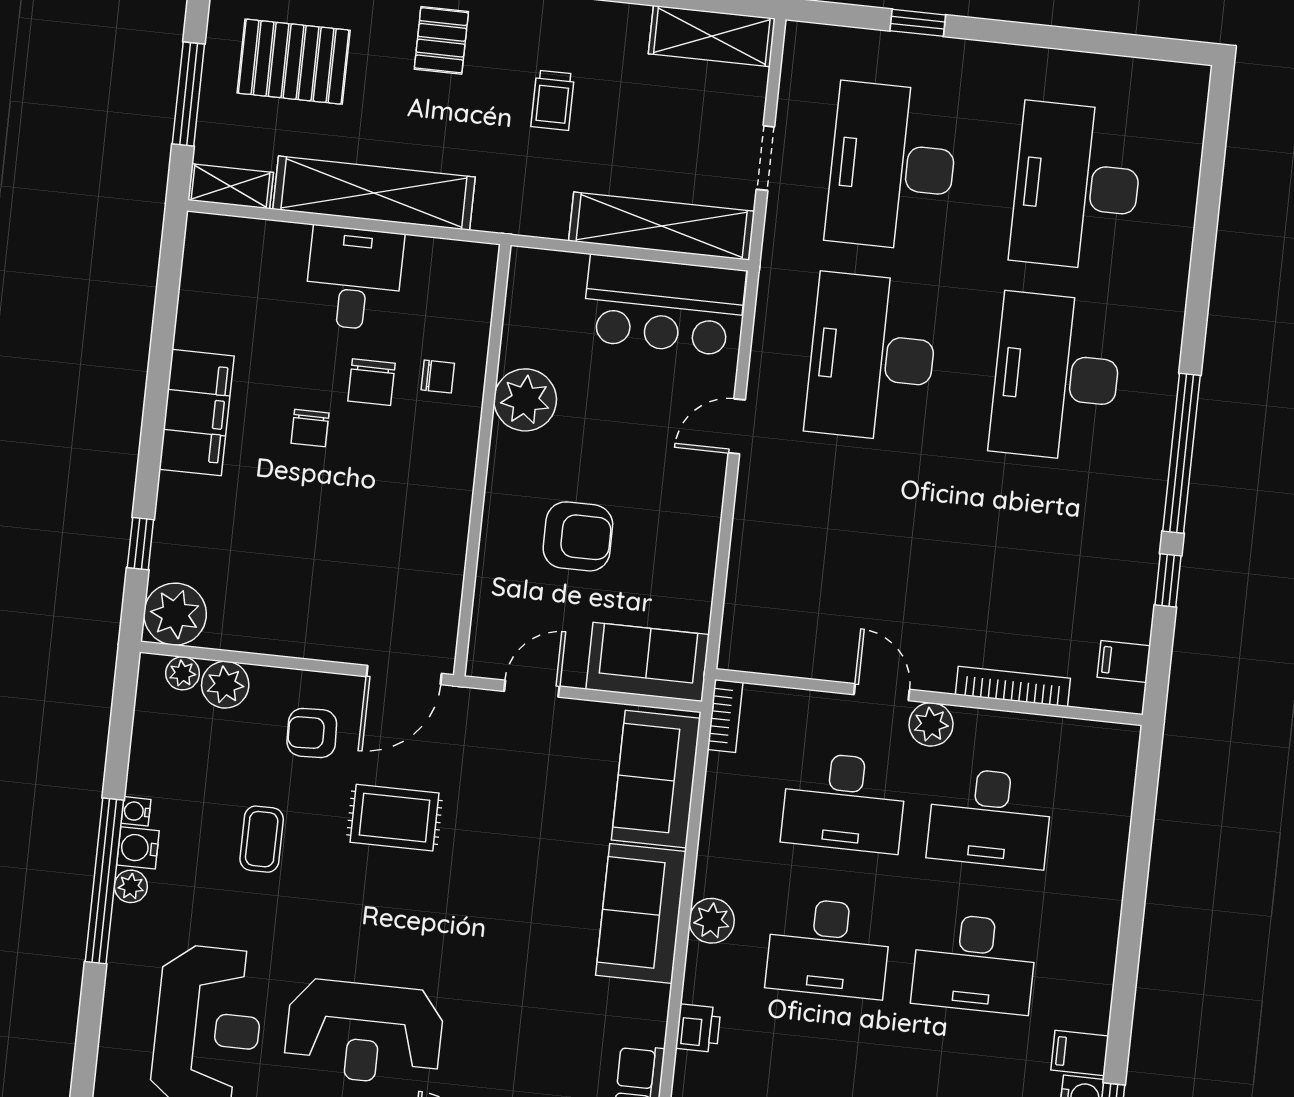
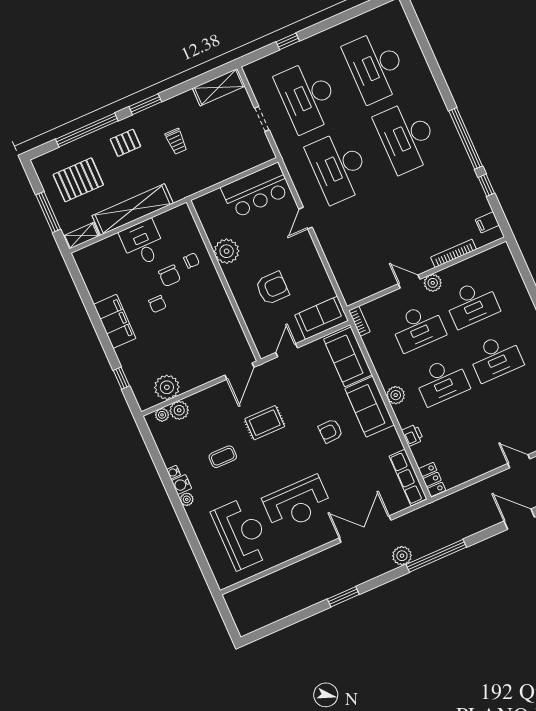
pallet: (441, 40) -> (125, 143), turned 90
shelving: (662, 226) -> (239, 163), removed
plant: (175, 614) -> (167, 387), moved
armchair: (312, 733) -> (330, 431), moved
coffee table: (262, 839) -> (223, 457), turned 90
window: (104, 881) -> (176, 503), removed

